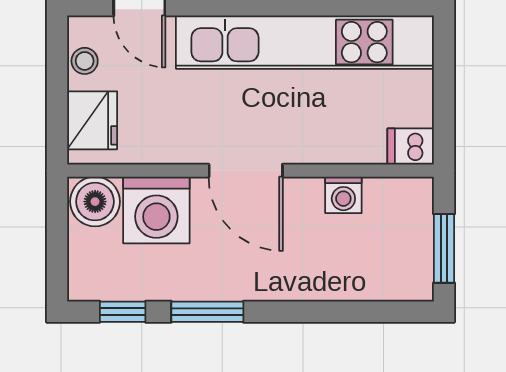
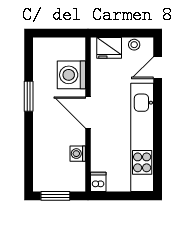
door: (246, 171) -> (88, 112), hinge flipped
boiler: (95, 202) -> (75, 49), removed
window: (123, 312) -> (29, 61), removed

